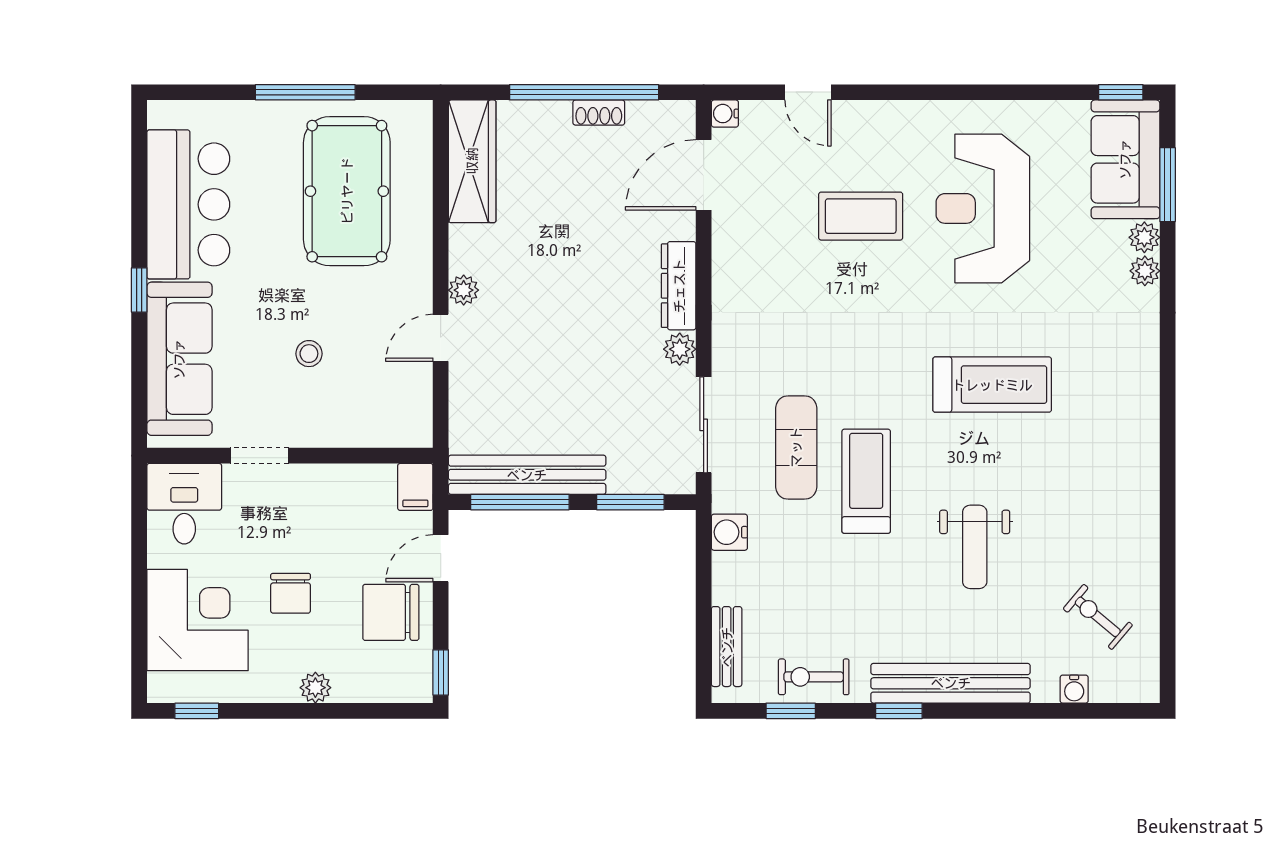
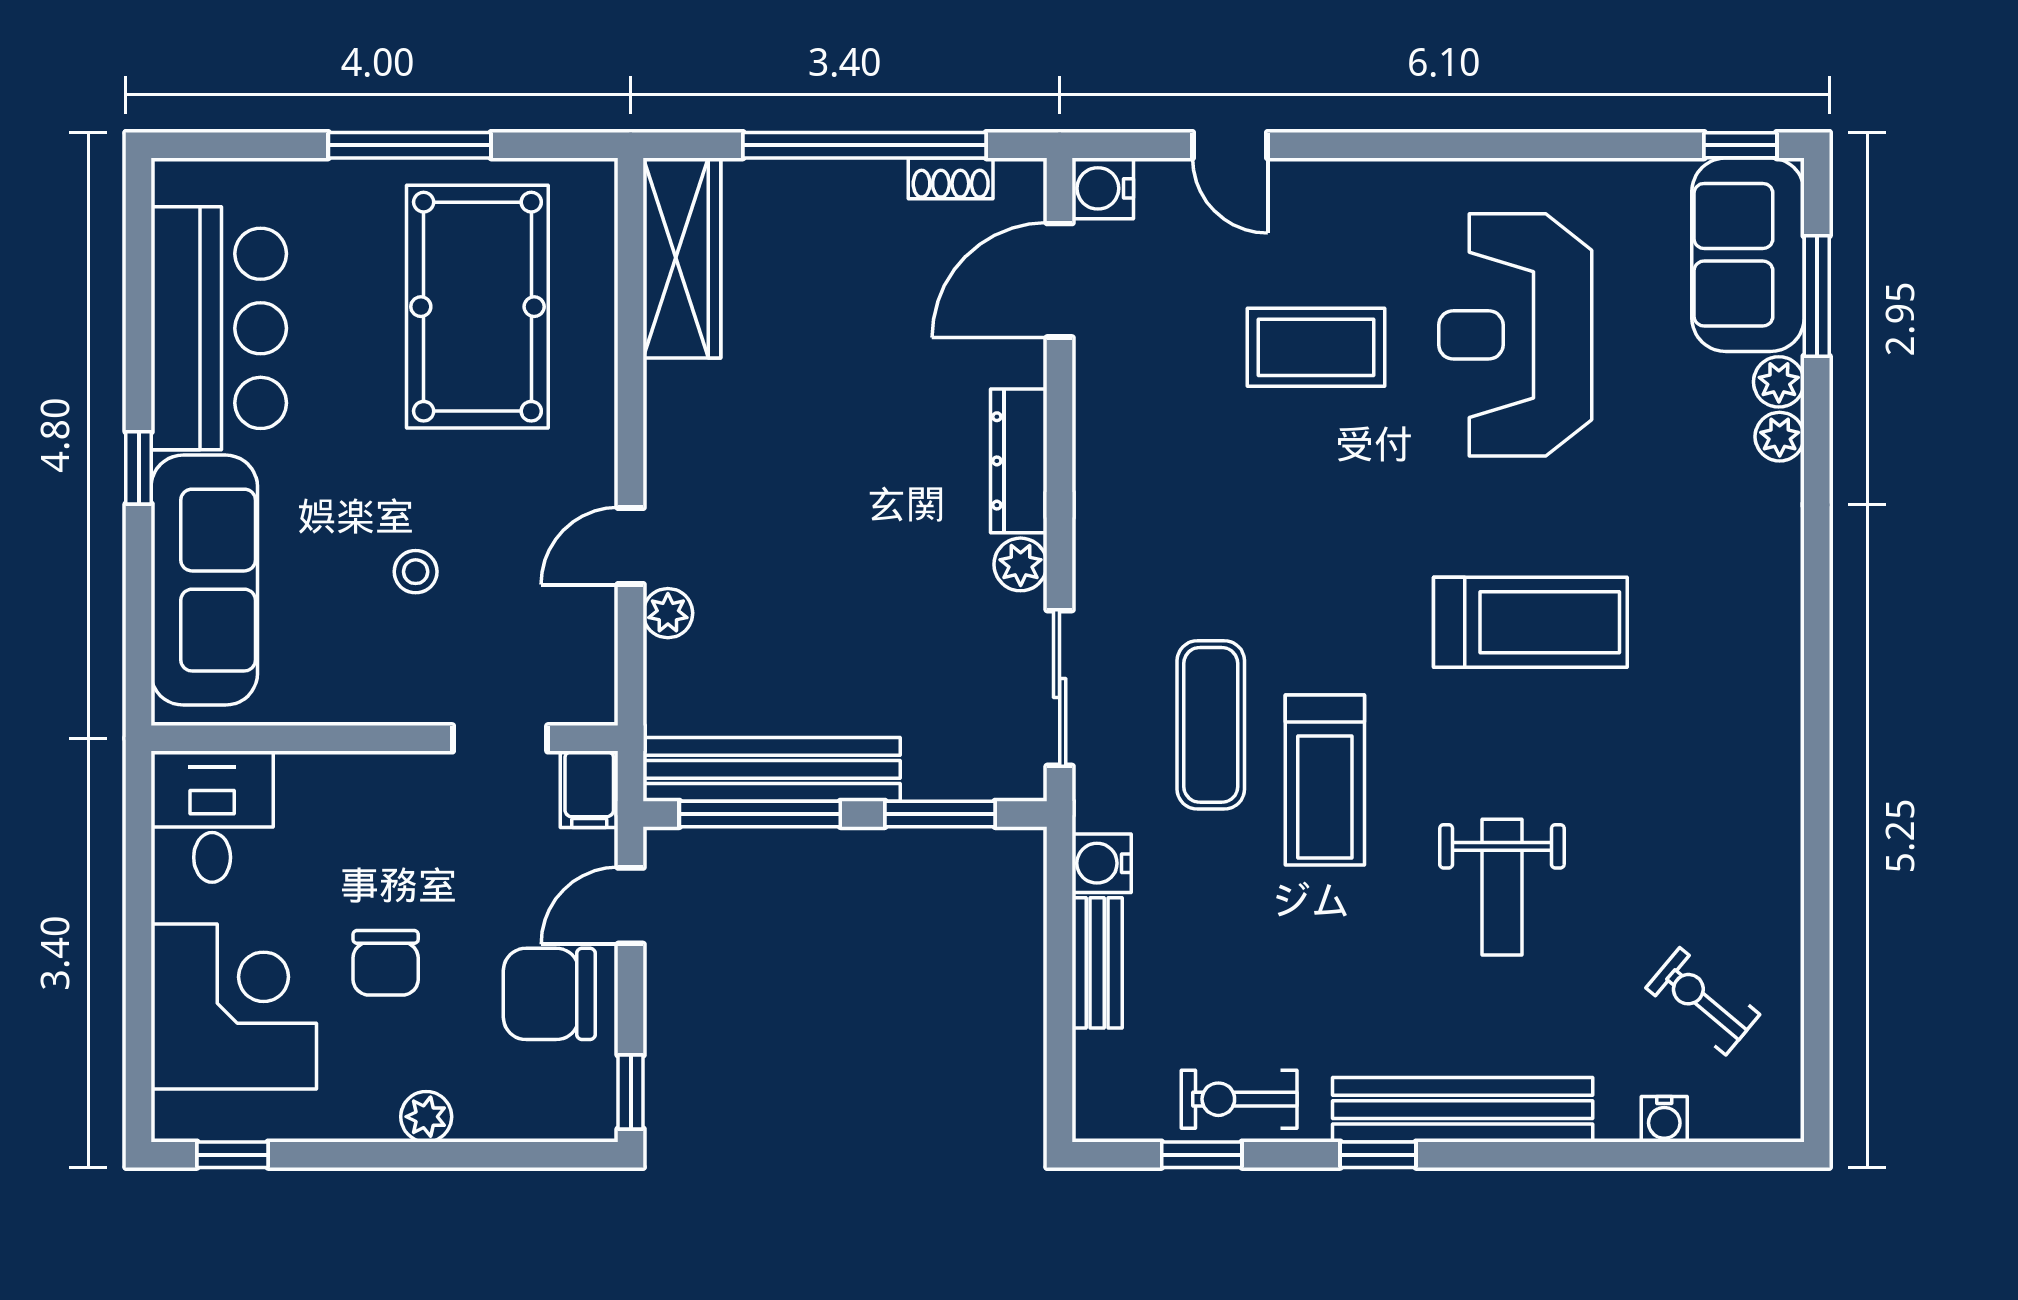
shoe rack: (599, 113) -> (951, 178), moved
water cooler: (725, 114) -> (1103, 188), width x1.38, depth x1.38
plant: (464, 290) -> (668, 613), moved
doorway: (259, 456) -> (500, 738), moved
treadmill: (866, 481) -> (1325, 780), turned 180
bench: (727, 647) -> (1097, 963), moved

